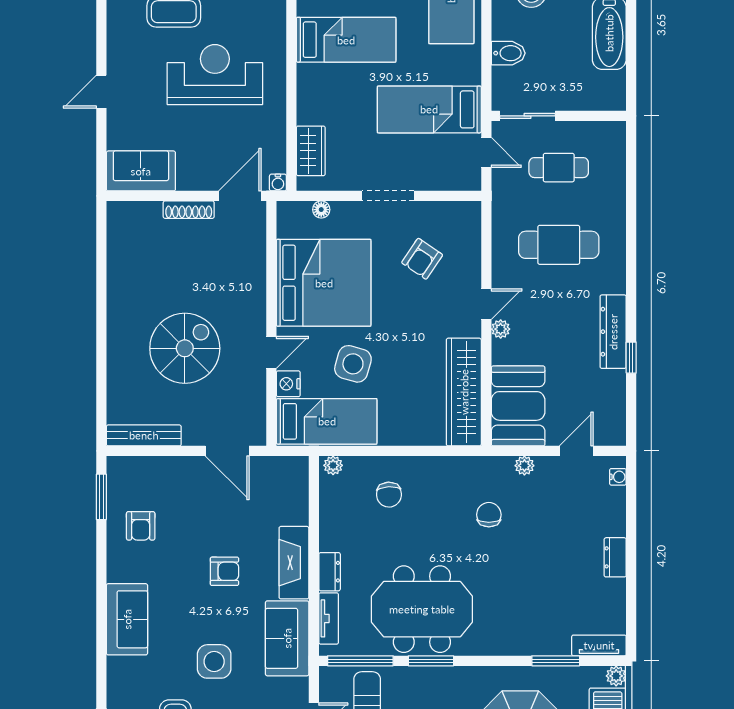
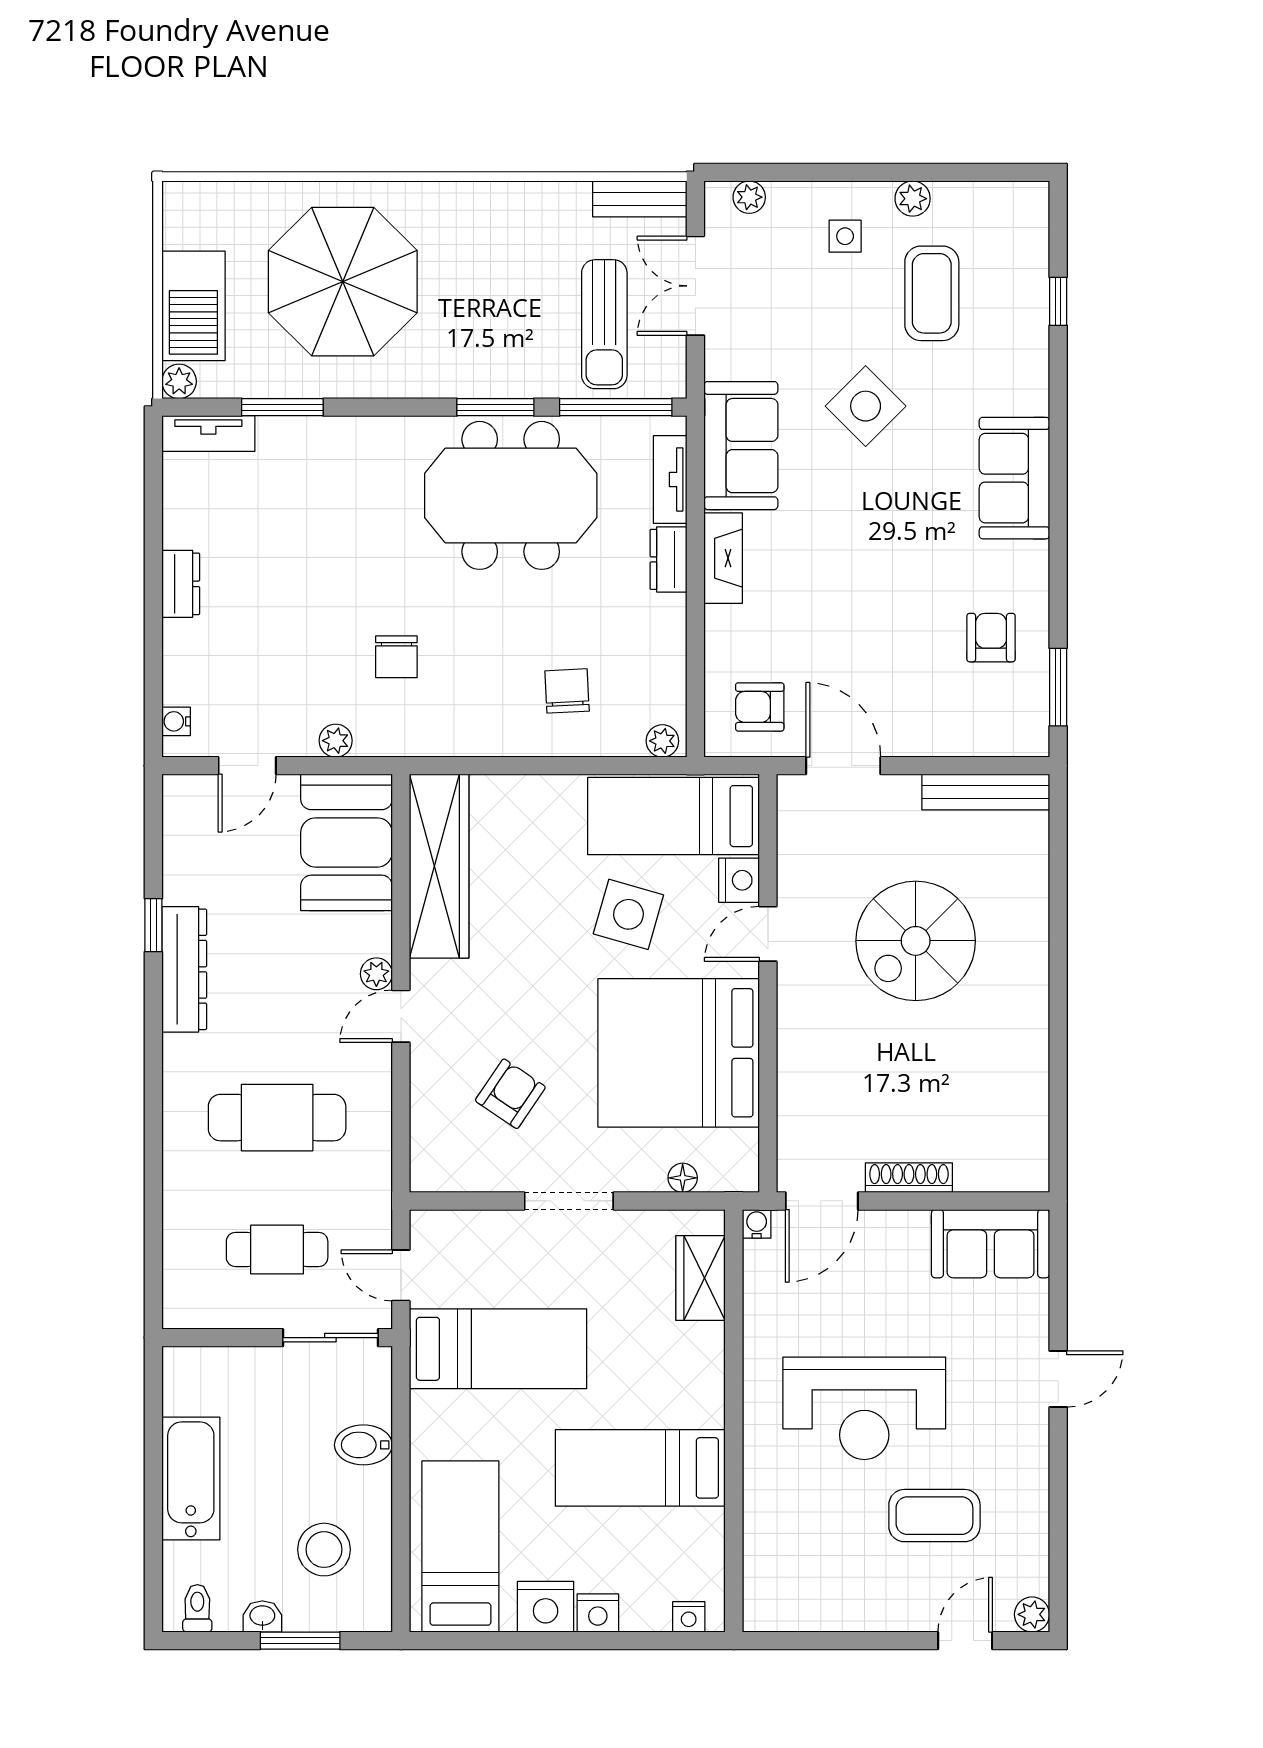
fireplace: (294, 563) -> (723, 558), width x0.73, depth x0.76
armchair: (224, 571) -> (760, 707), moved
side table: (214, 661) -> (866, 406), turned 45

